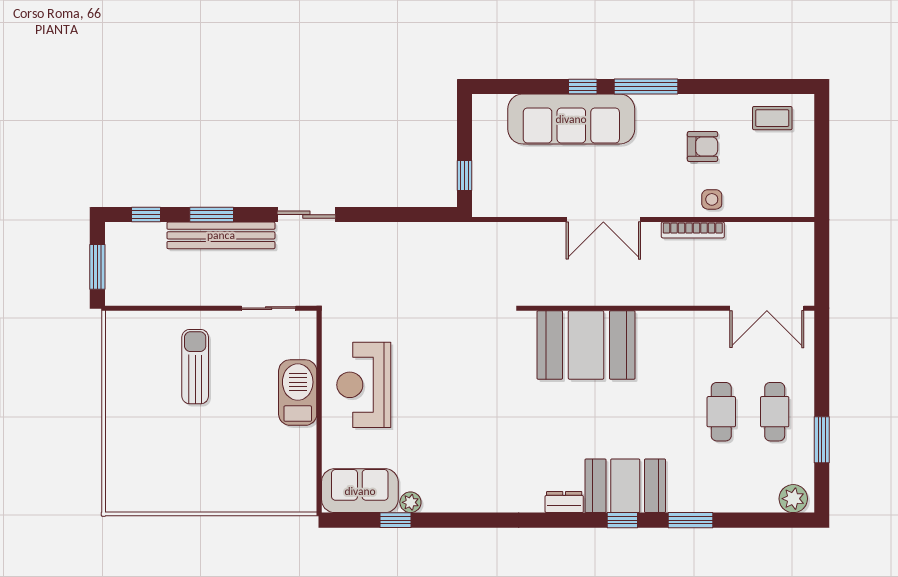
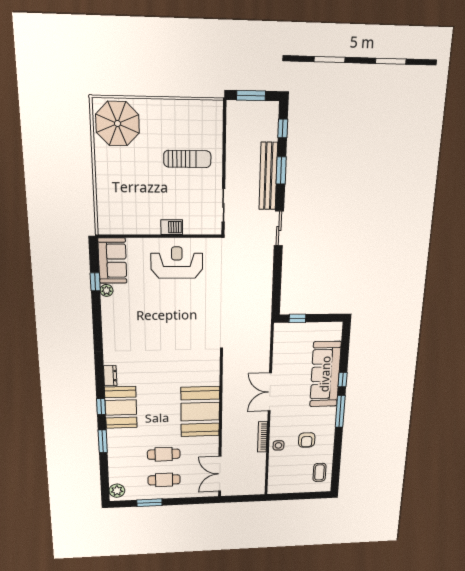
booth: (586, 345) -> (200, 412), moved
barbecue: (298, 393) -> (172, 227), width x0.53, depth x0.65
parasol: (143, 475) -> (118, 124), added

